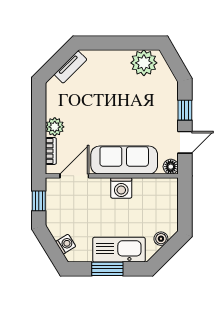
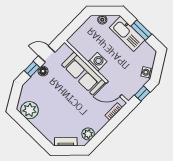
plant: (55, 127) -> (88, 134), moved
floor lamp: (171, 167) -> (43, 71), moved
washing machine: (66, 244) -> (147, 72), moved

